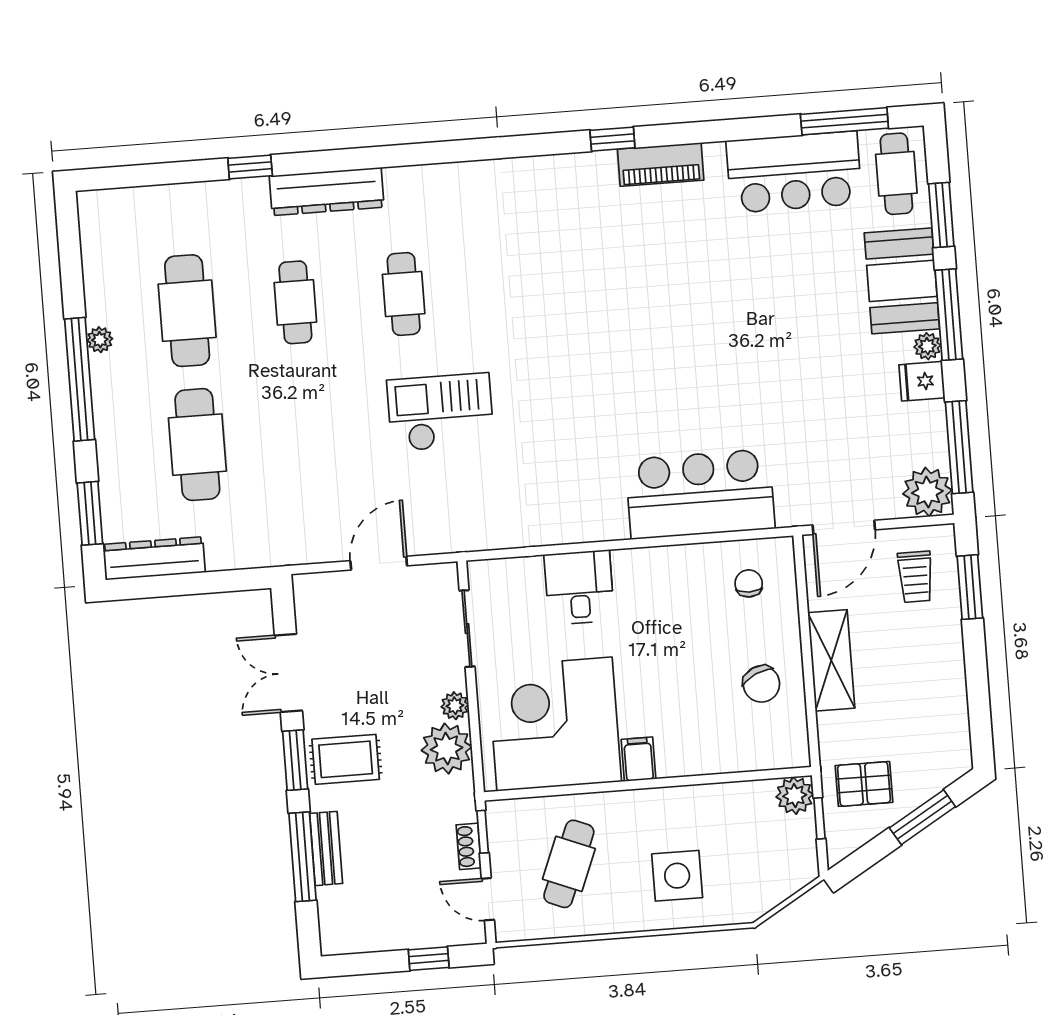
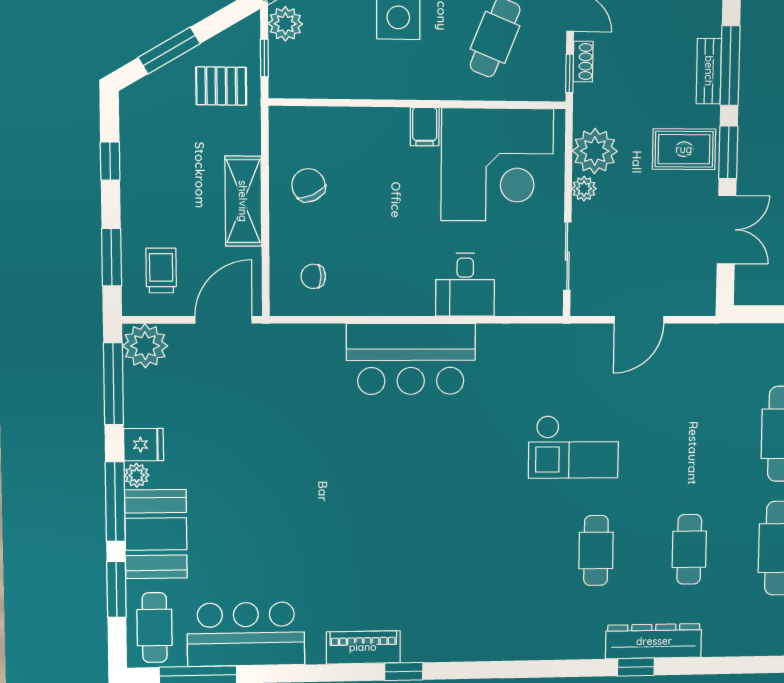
window: (250, 167) -> (636, 667), moved
bar counter: (700, 494) -> (411, 359), moved
chair: (749, 583) -> (313, 276), turned 90
window: (978, 692) -> (110, 161), added
plant: (795, 796) -> (285, 24), moved

